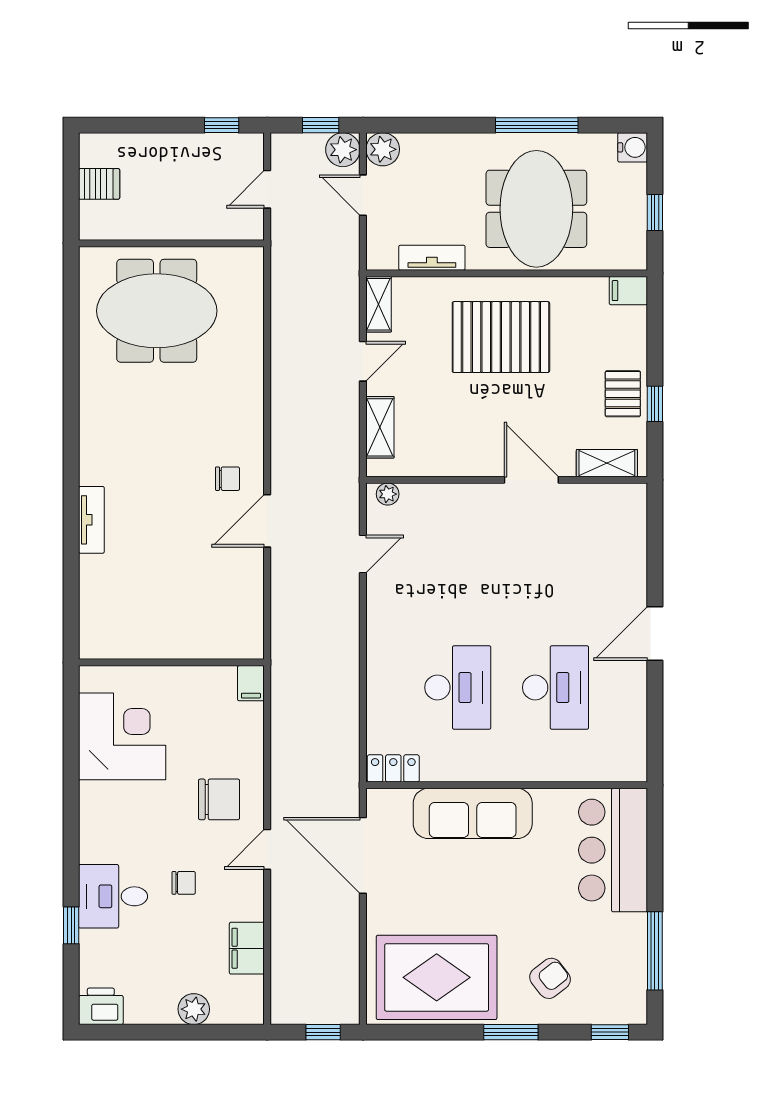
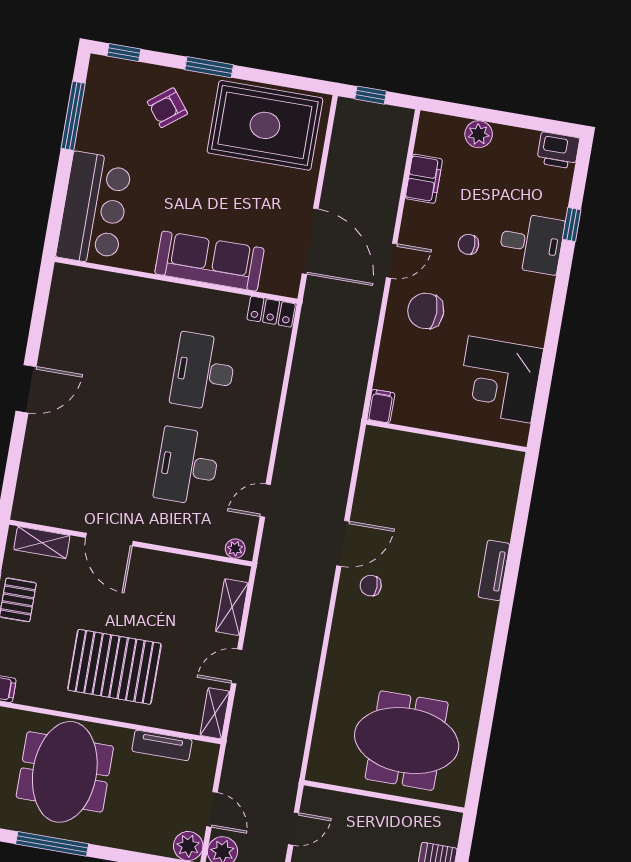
desk: (556, 688) -> (187, 466), moved

